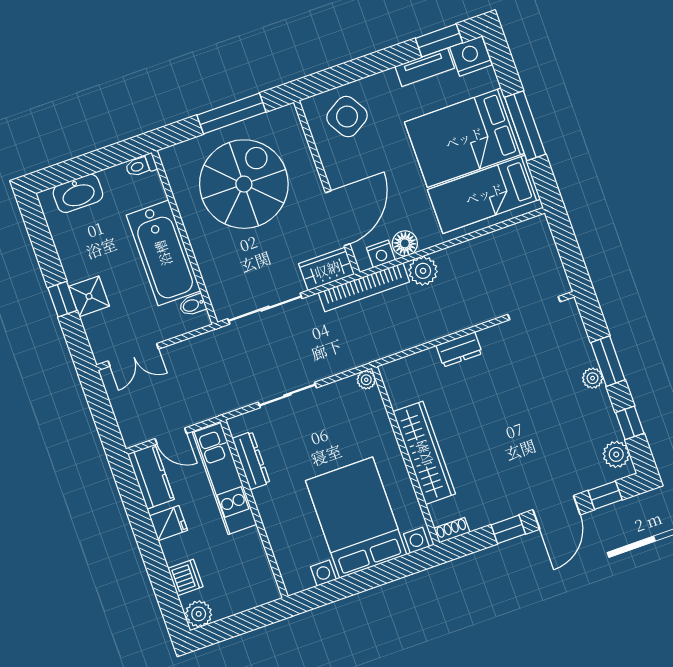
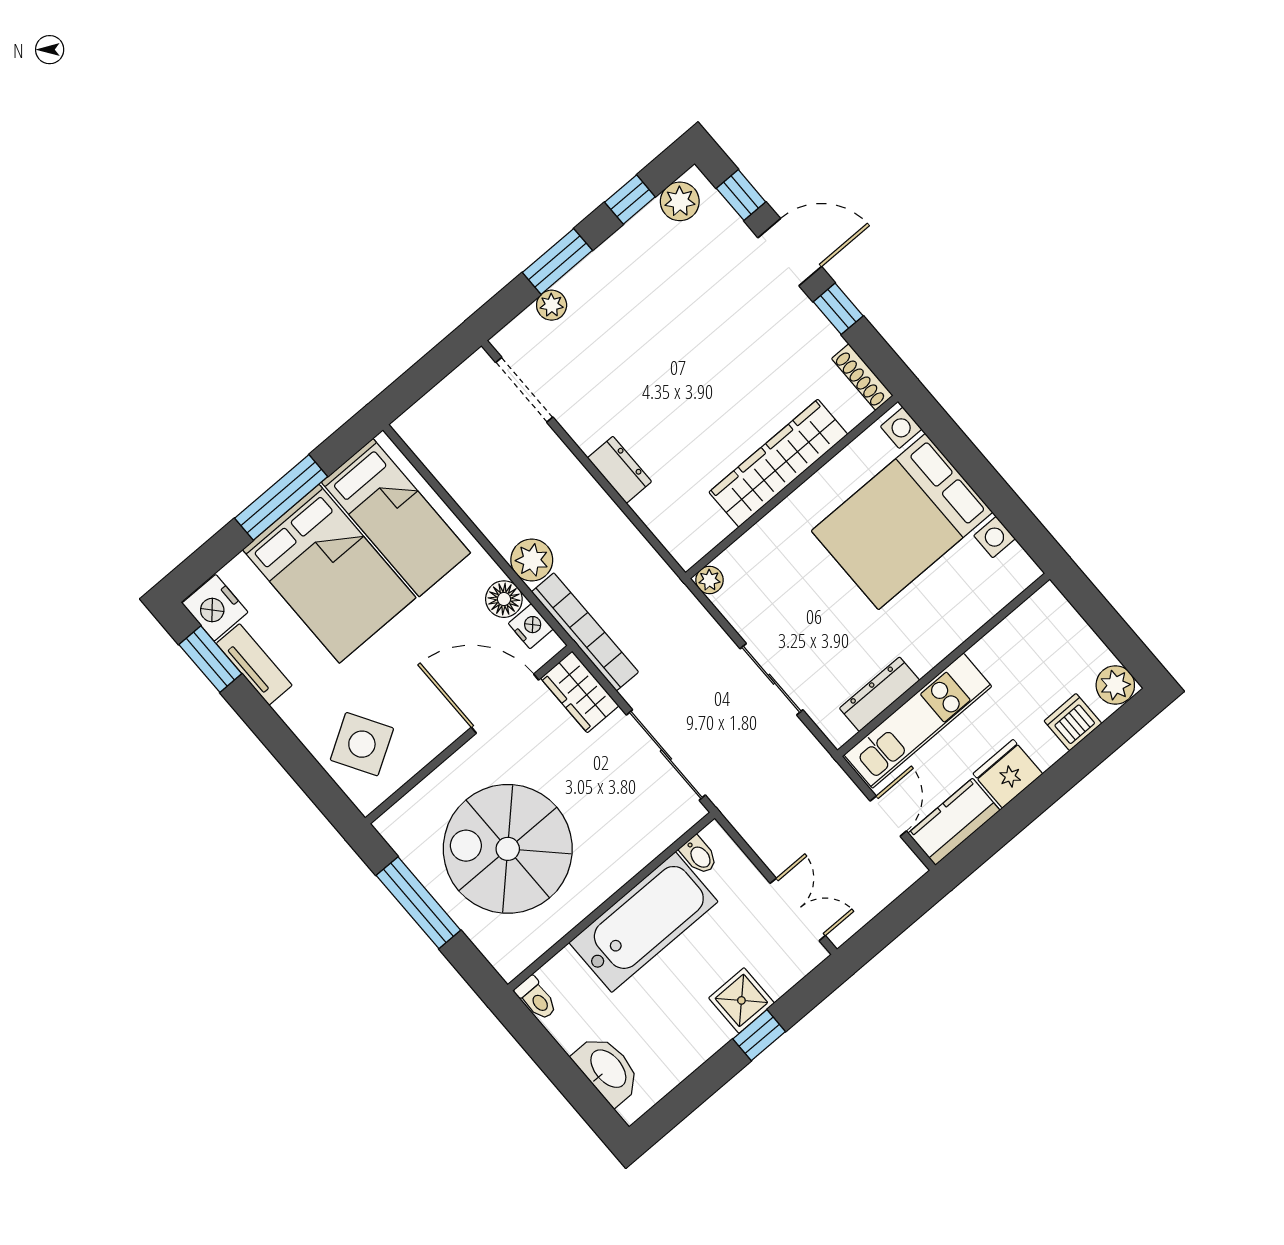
plant: (593, 378) -> (552, 305), moved
fridge: (168, 523) -> (1008, 774), width x1.38
shoe rack: (452, 530) -> (862, 377), width x1.43

